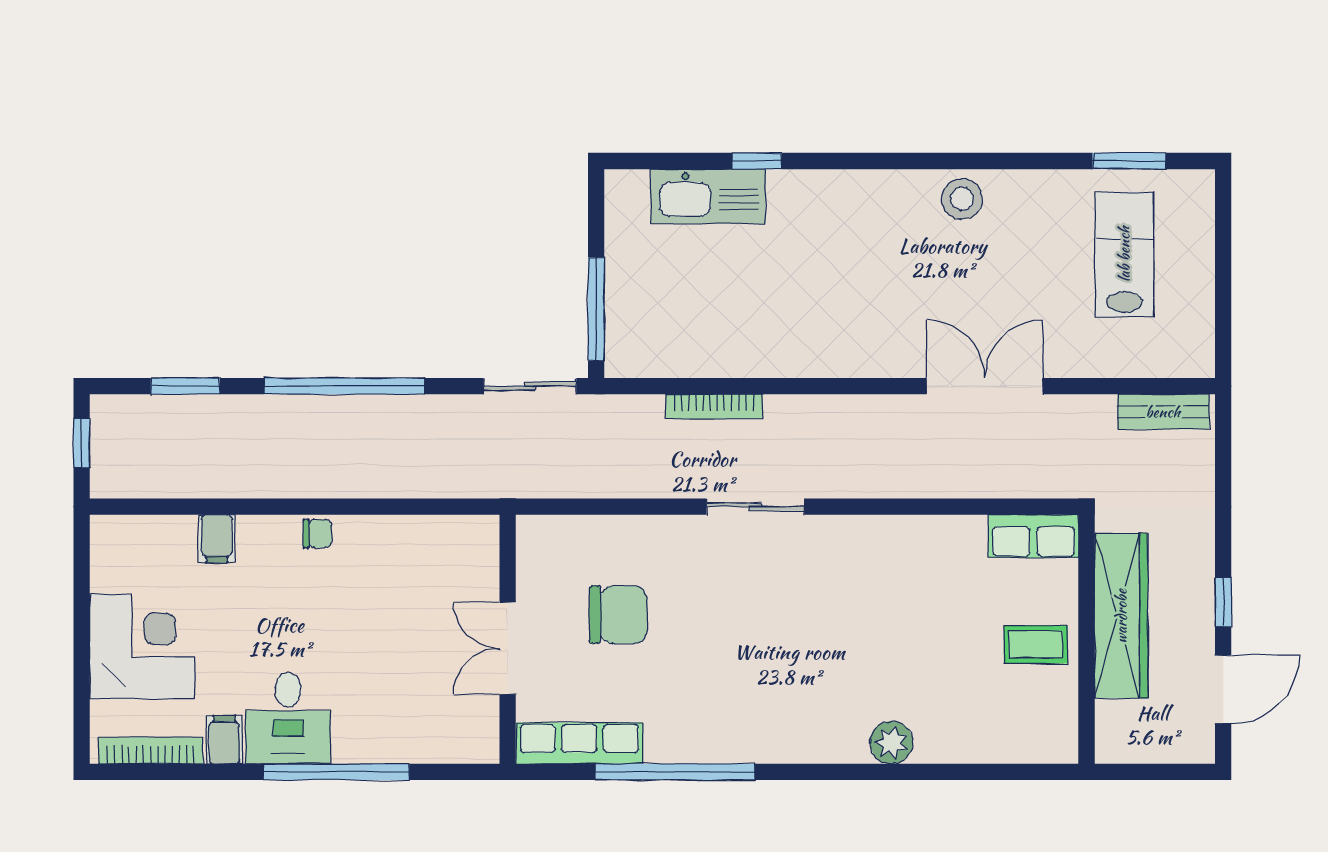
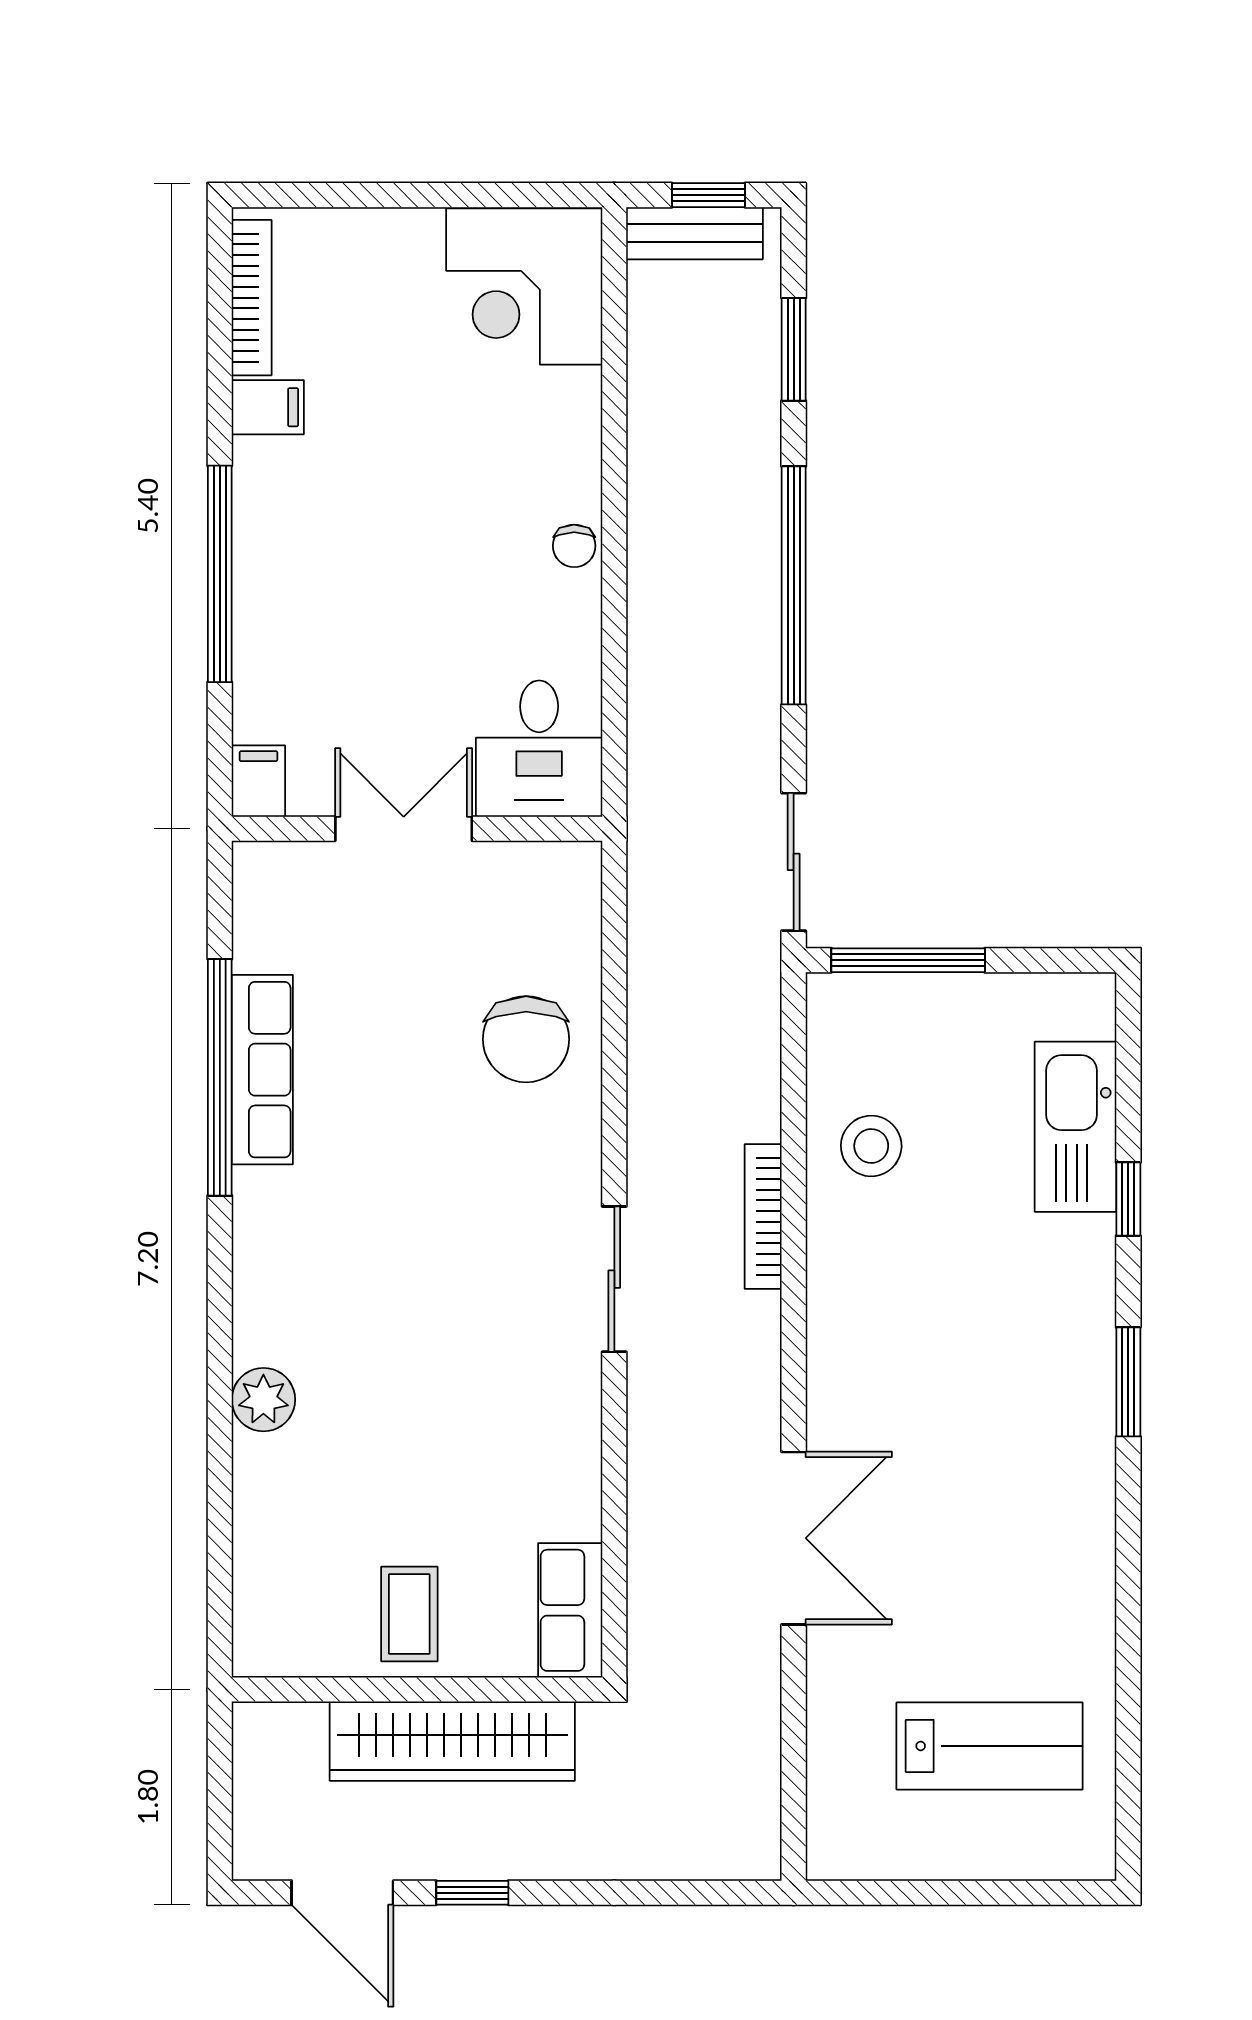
window: (1129, 161) -> (1128, 1382), moved
stool: (962, 199) -> (871, 1146), moved
bookcase: (714, 407) -> (763, 1217), moved
bench: (1163, 412) -> (695, 233), moved, turned 90
sliding door: (755, 507) -> (614, 1279), moved
filing cabinet: (217, 539) -> (258, 781), moved, turned 90
chair: (618, 615) -> (526, 1039), moved
corner desk: (142, 647) -> (524, 286), moved, turned 90
desk: (288, 718) -> (539, 749), moved, turned -90
row of seats: (579, 743) -> (262, 1070), moved

